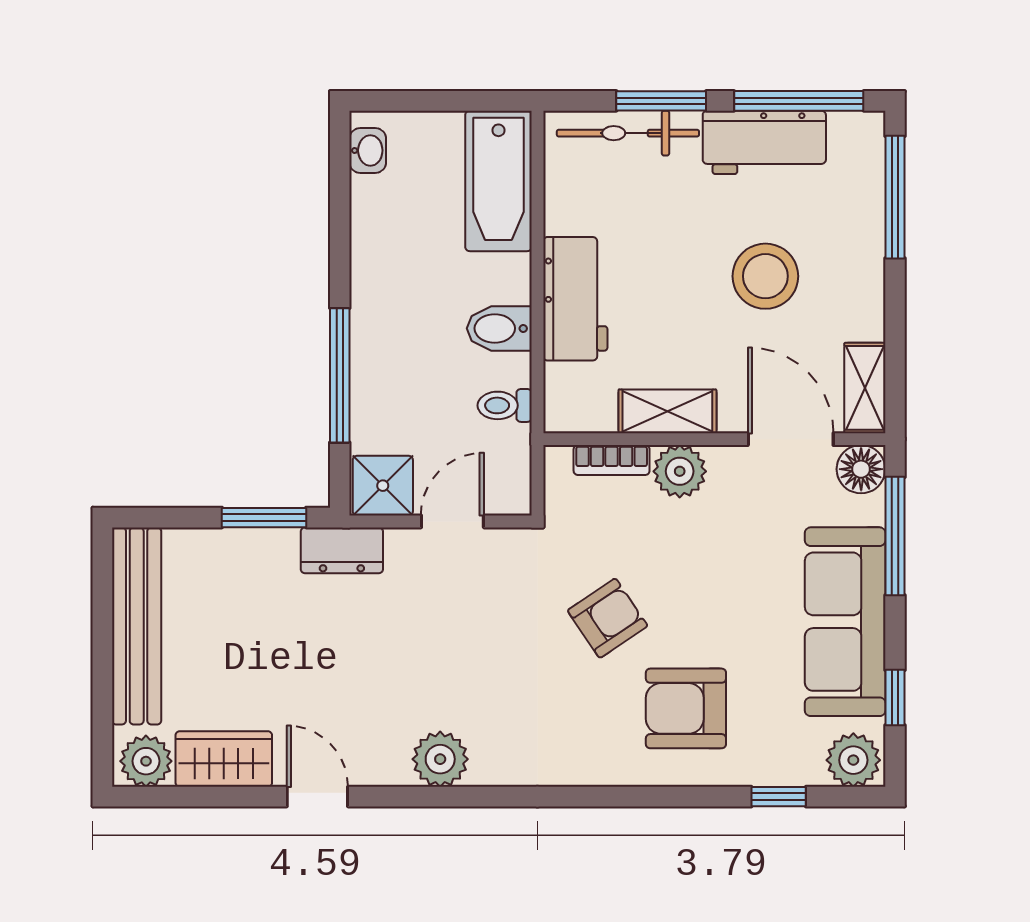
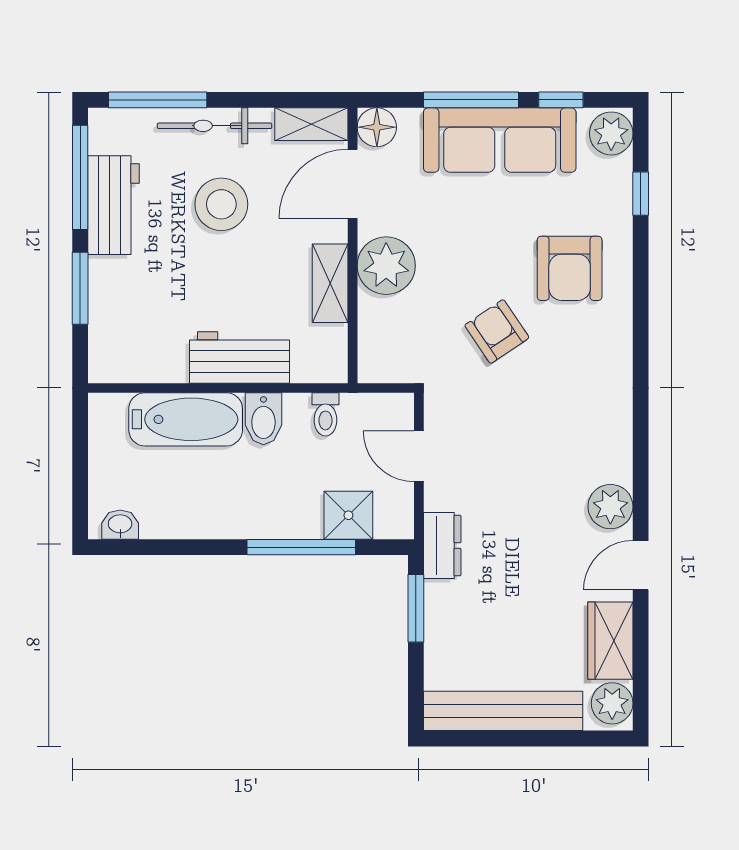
bicycle: (628, 133) -> (215, 126), moved, turned 90
bathtub: (498, 181) -> (186, 419), moved
bookcase: (612, 460) -> (369, 328), removed
plant: (680, 471) -> (386, 266), width x1.36, depth x1.36
shower: (383, 486) -> (348, 515), moved
window: (895, 536) -> (471, 100), moved
plant: (440, 759) -> (610, 507), moved

